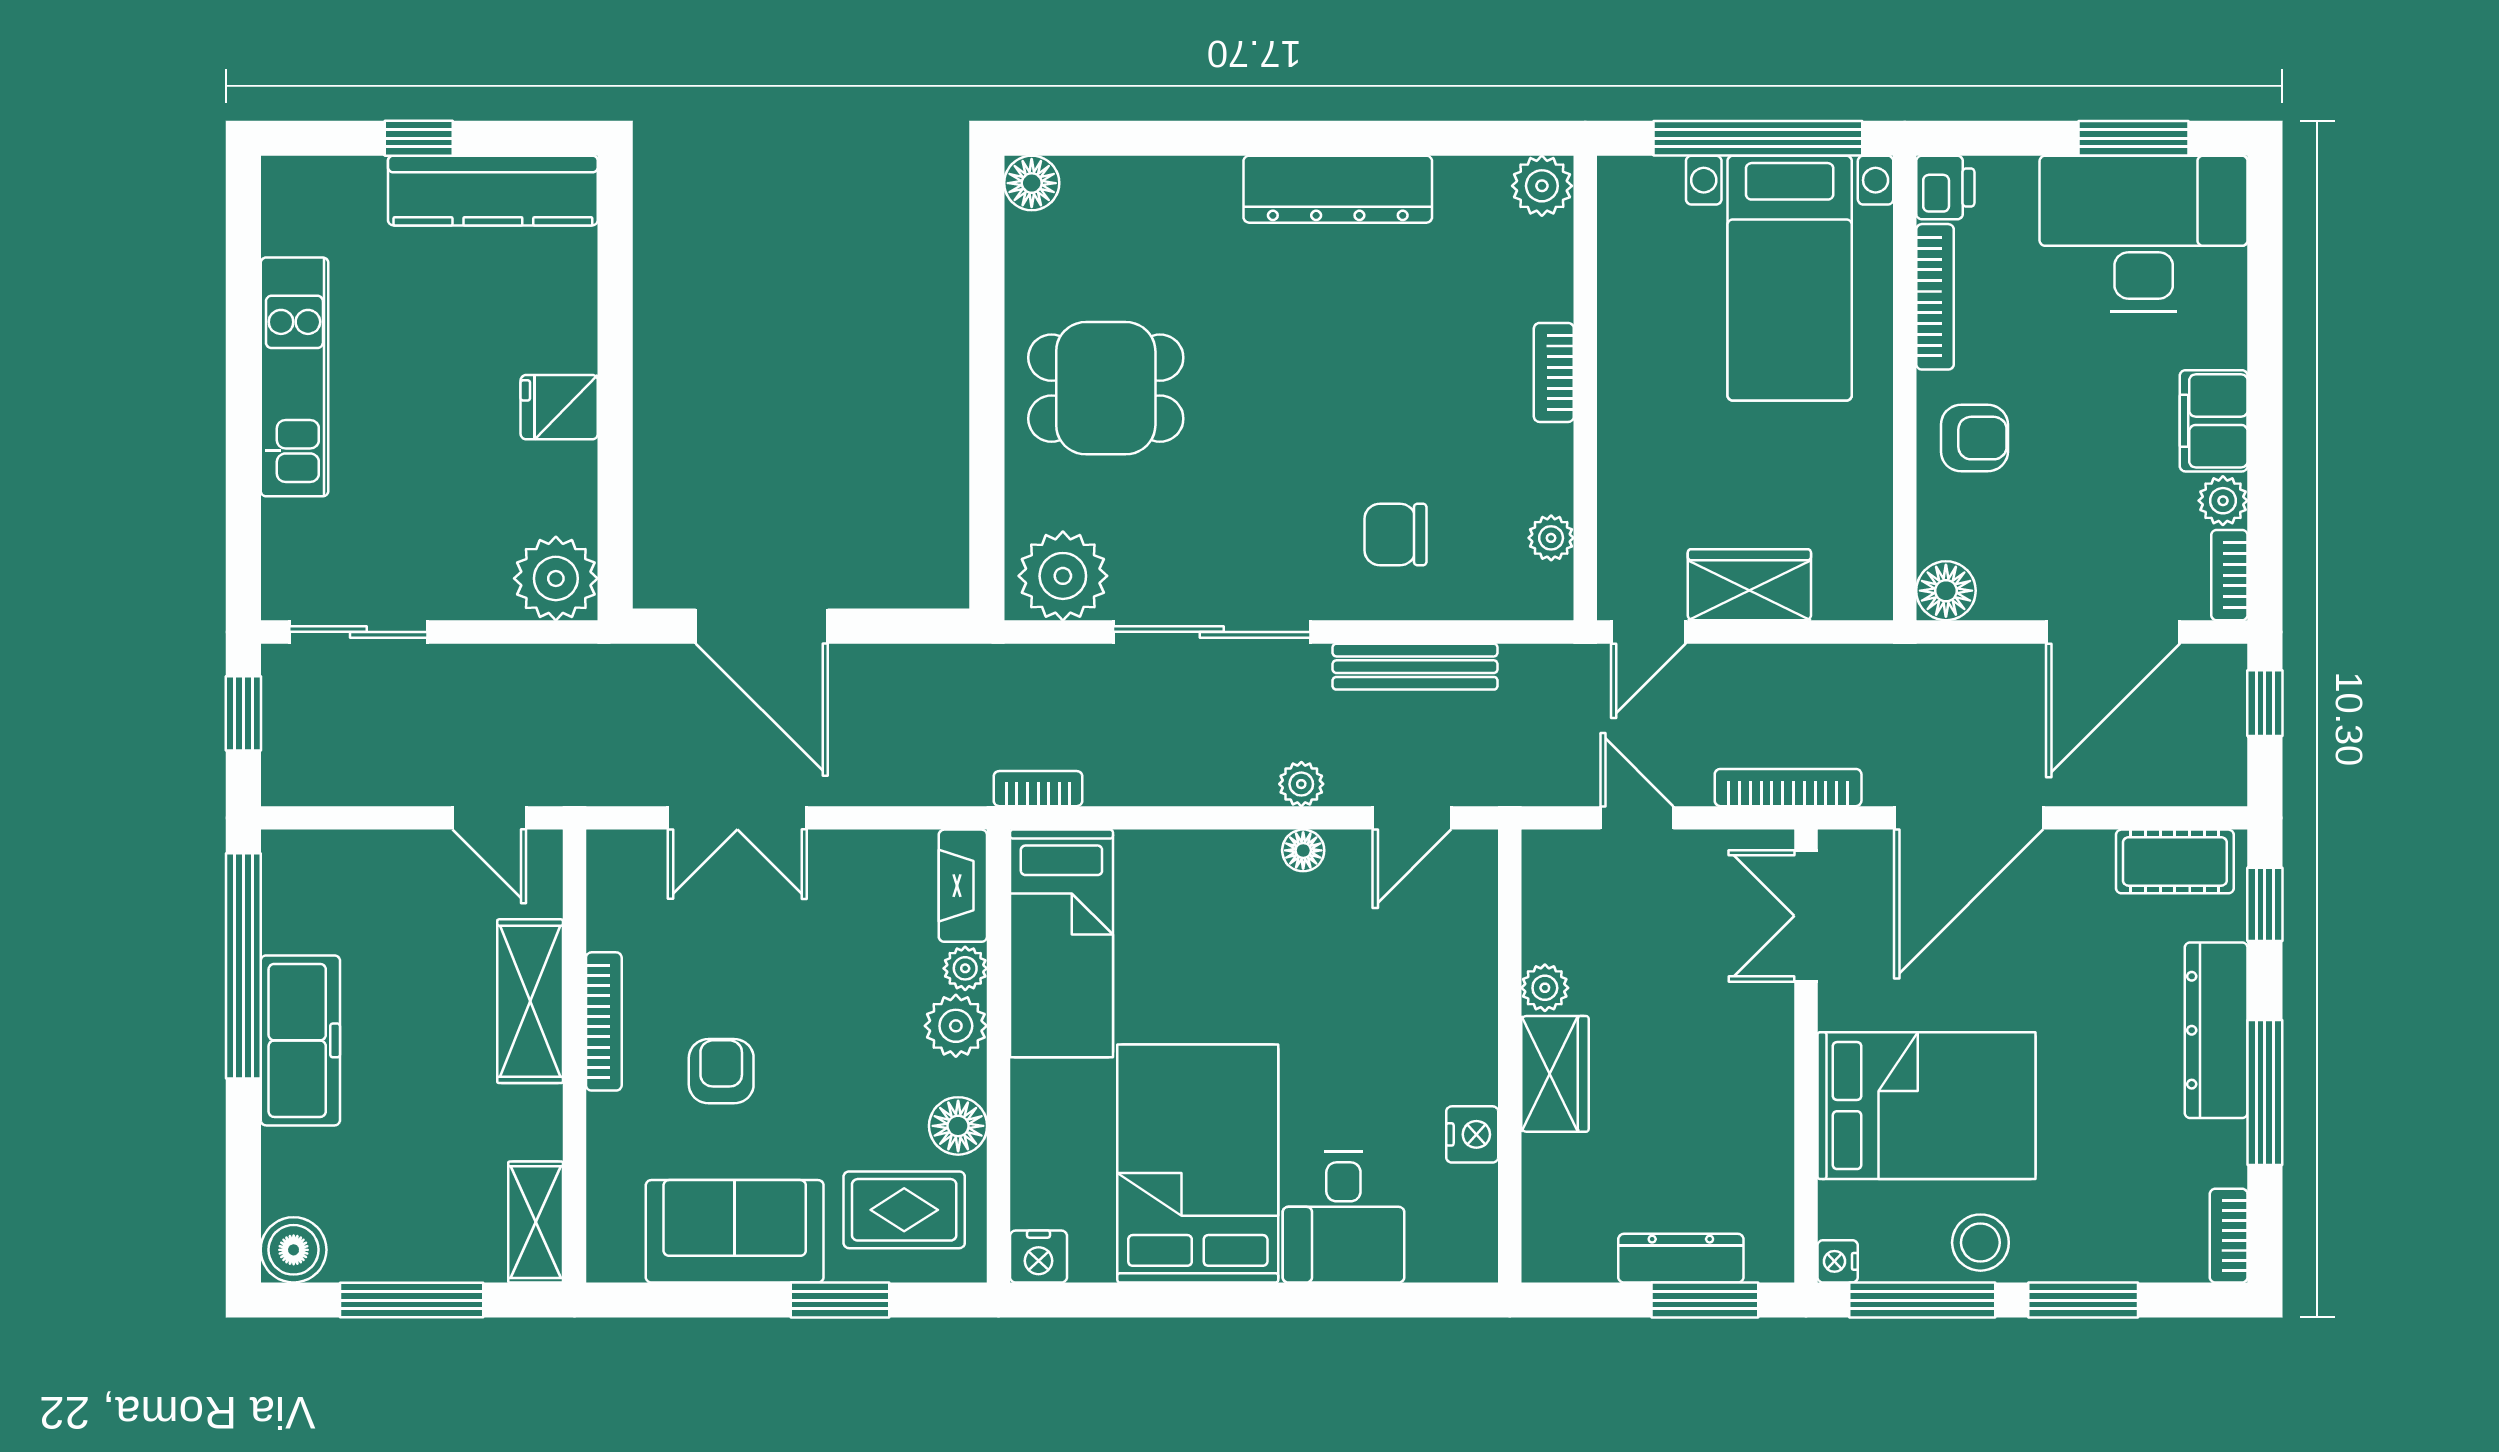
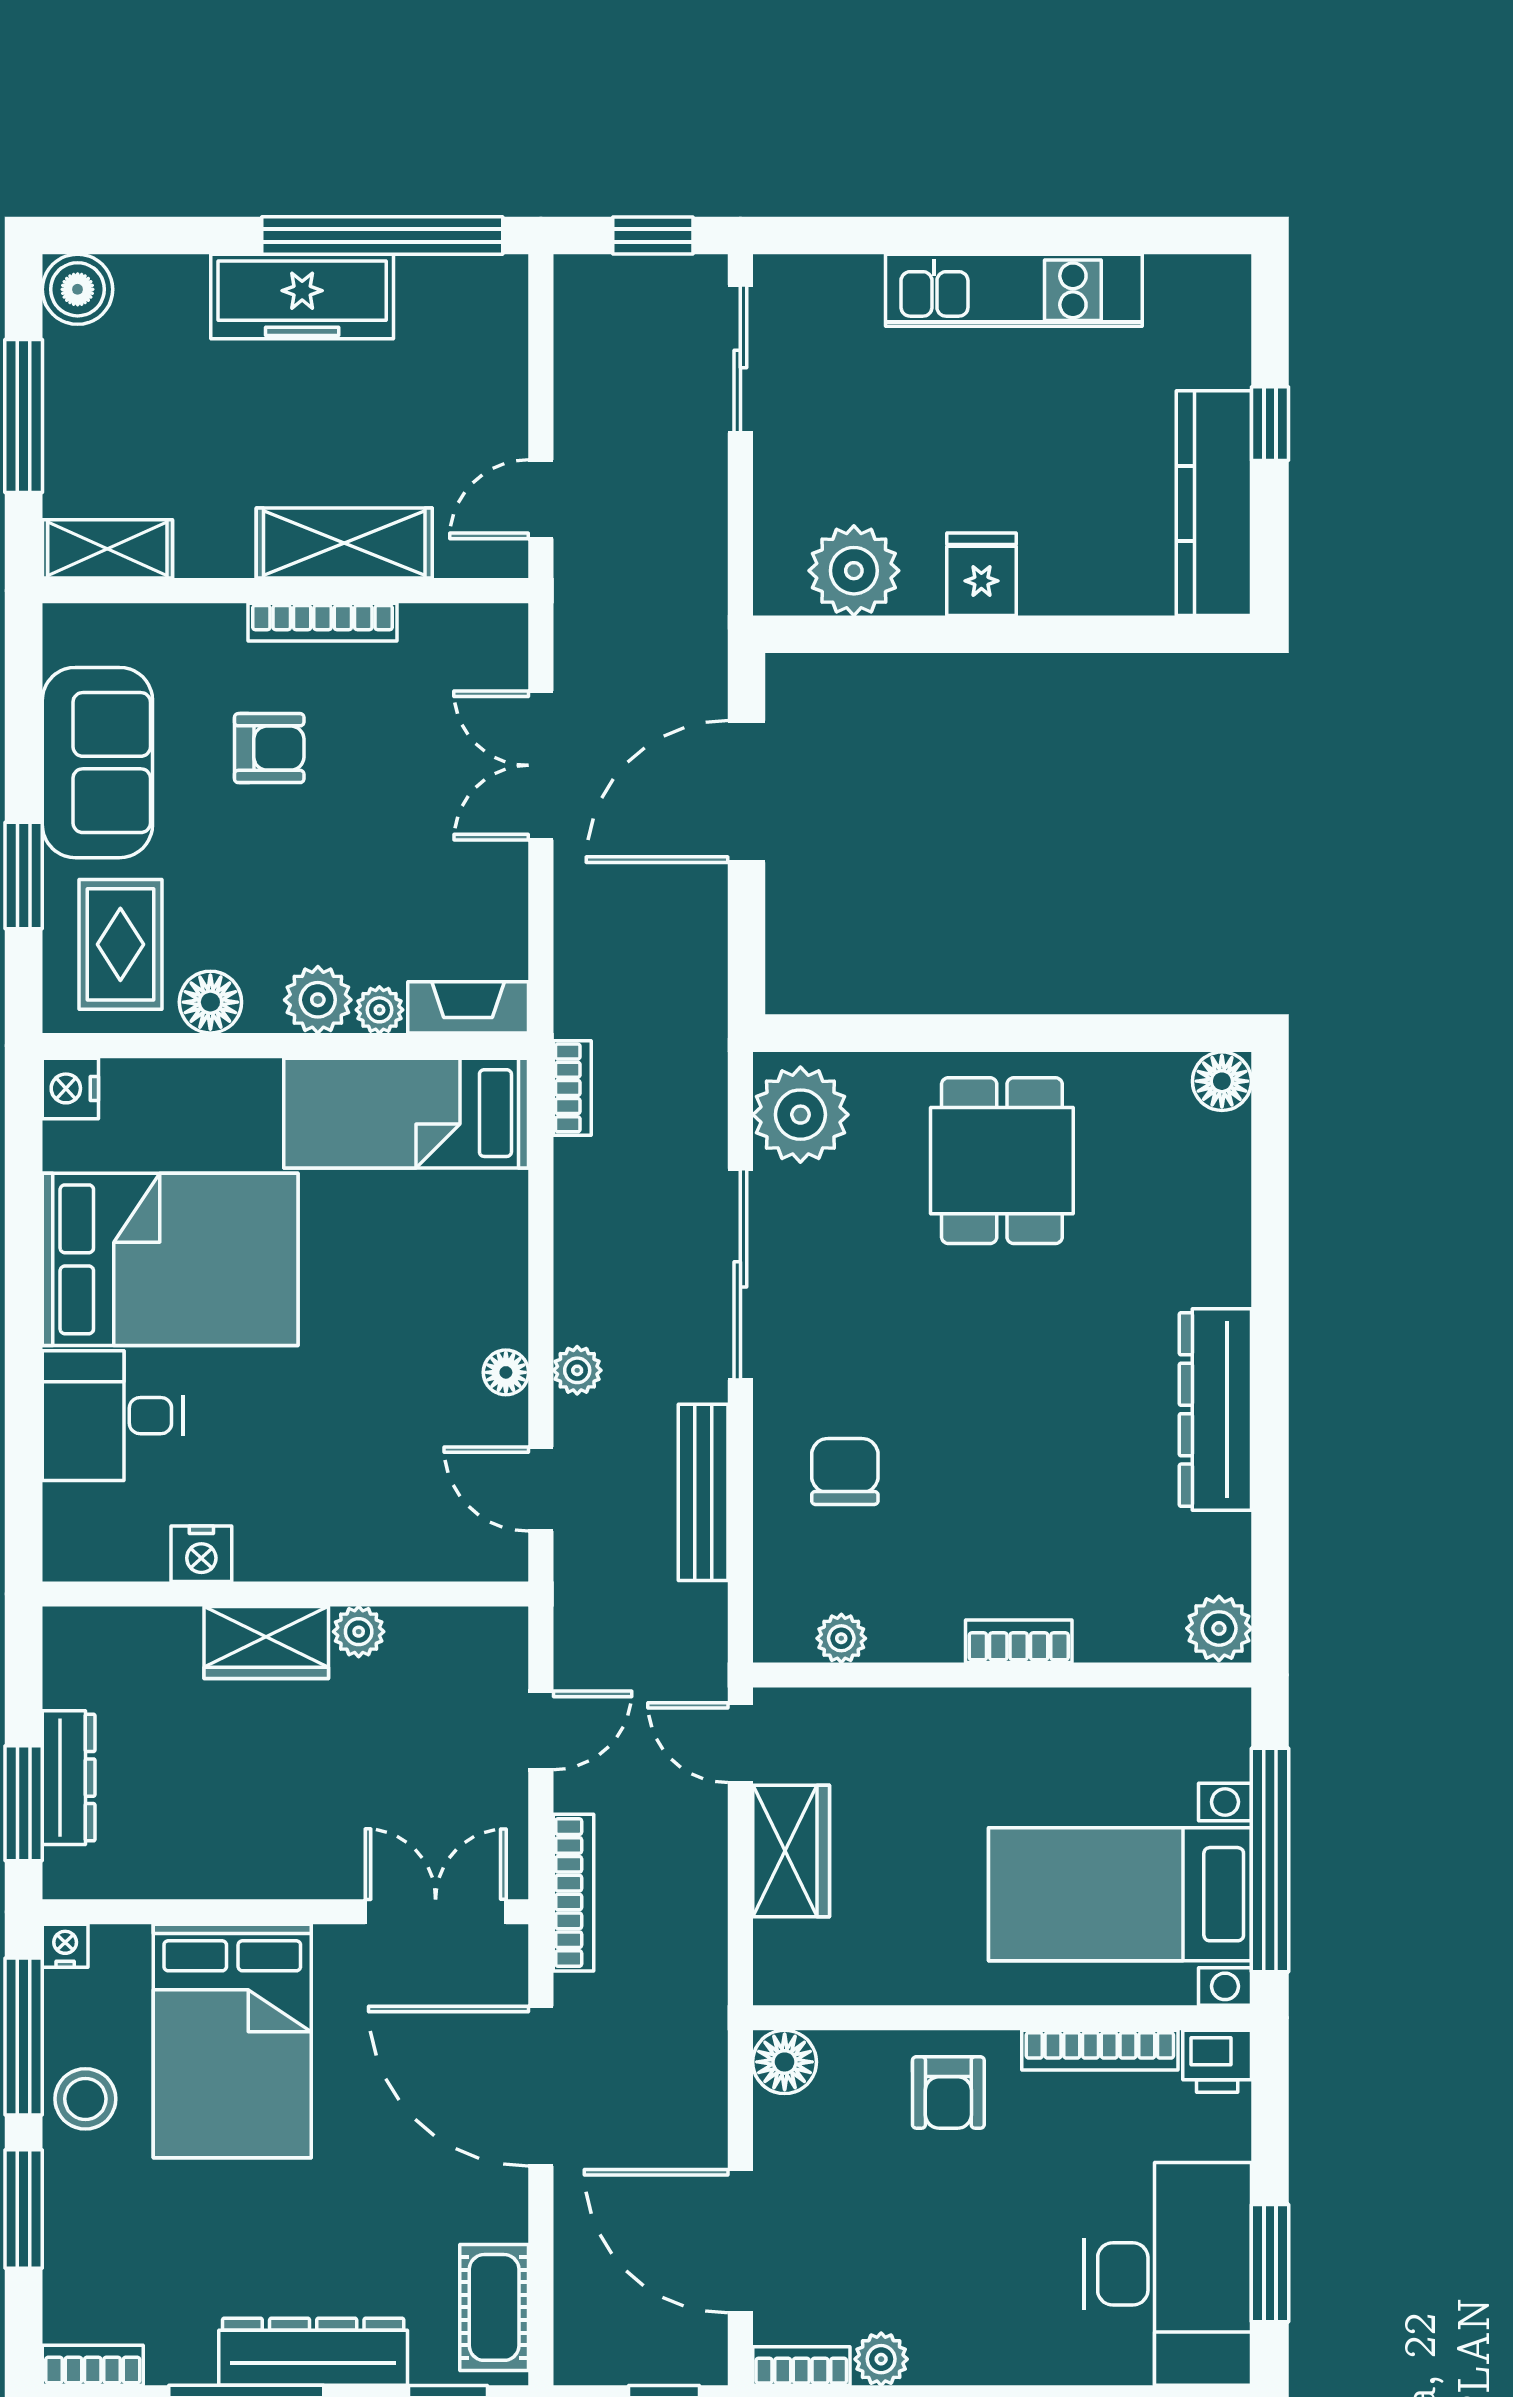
filing cabinet: (2214, 421) -> (967, 2349), removed
plant: (556, 578) -> (854, 571), moved

